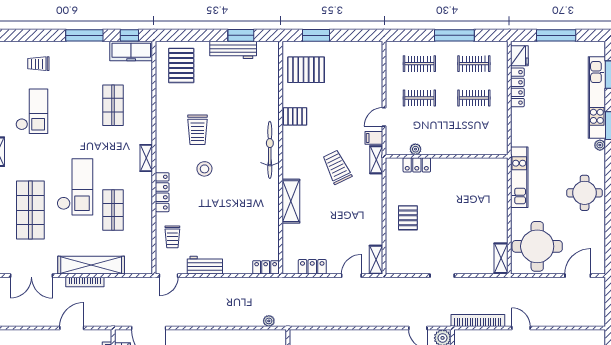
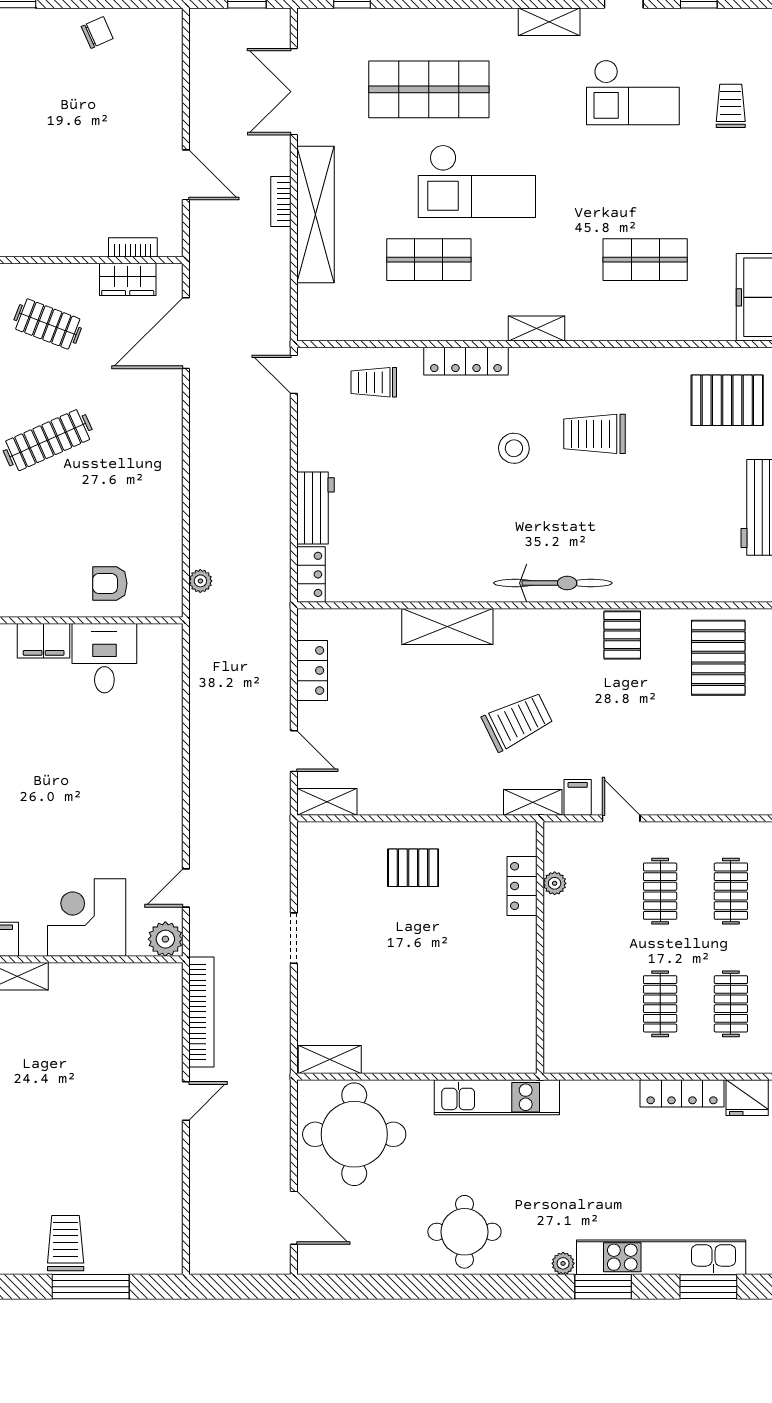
workbench: (205, 265) -> (316, 508), moved
bookcase: (85, 282) -> (281, 202), width x0.64

